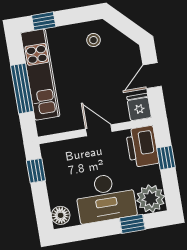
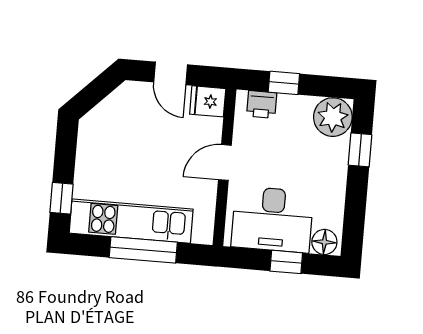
stool: (93, 40) -> (104, 139), removed
printer: (142, 147) -> (262, 104), width x0.53, depth x0.68
window: (36, 171) -> (286, 262), moved
desk: (106, 198) -> (272, 219), moved, turned 90

